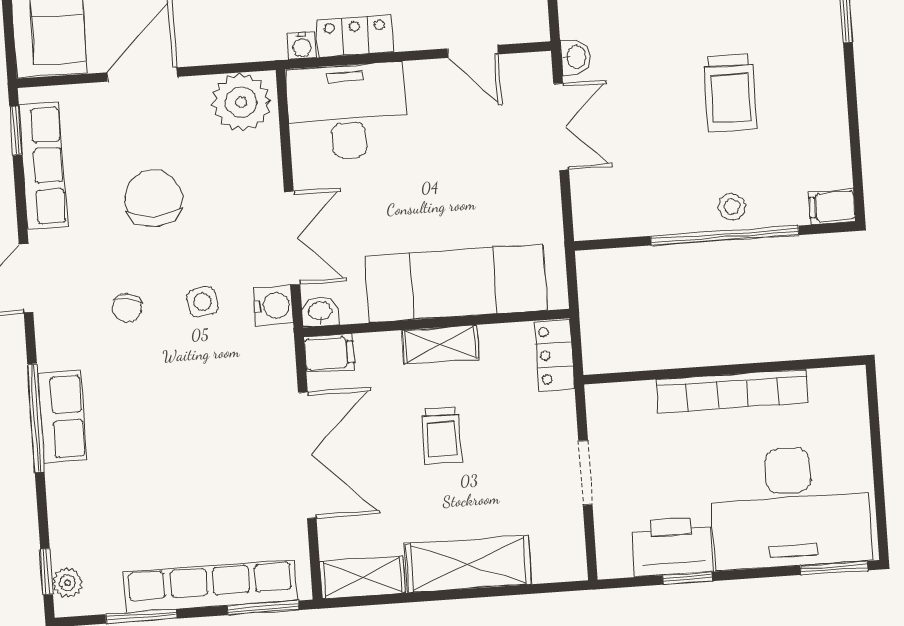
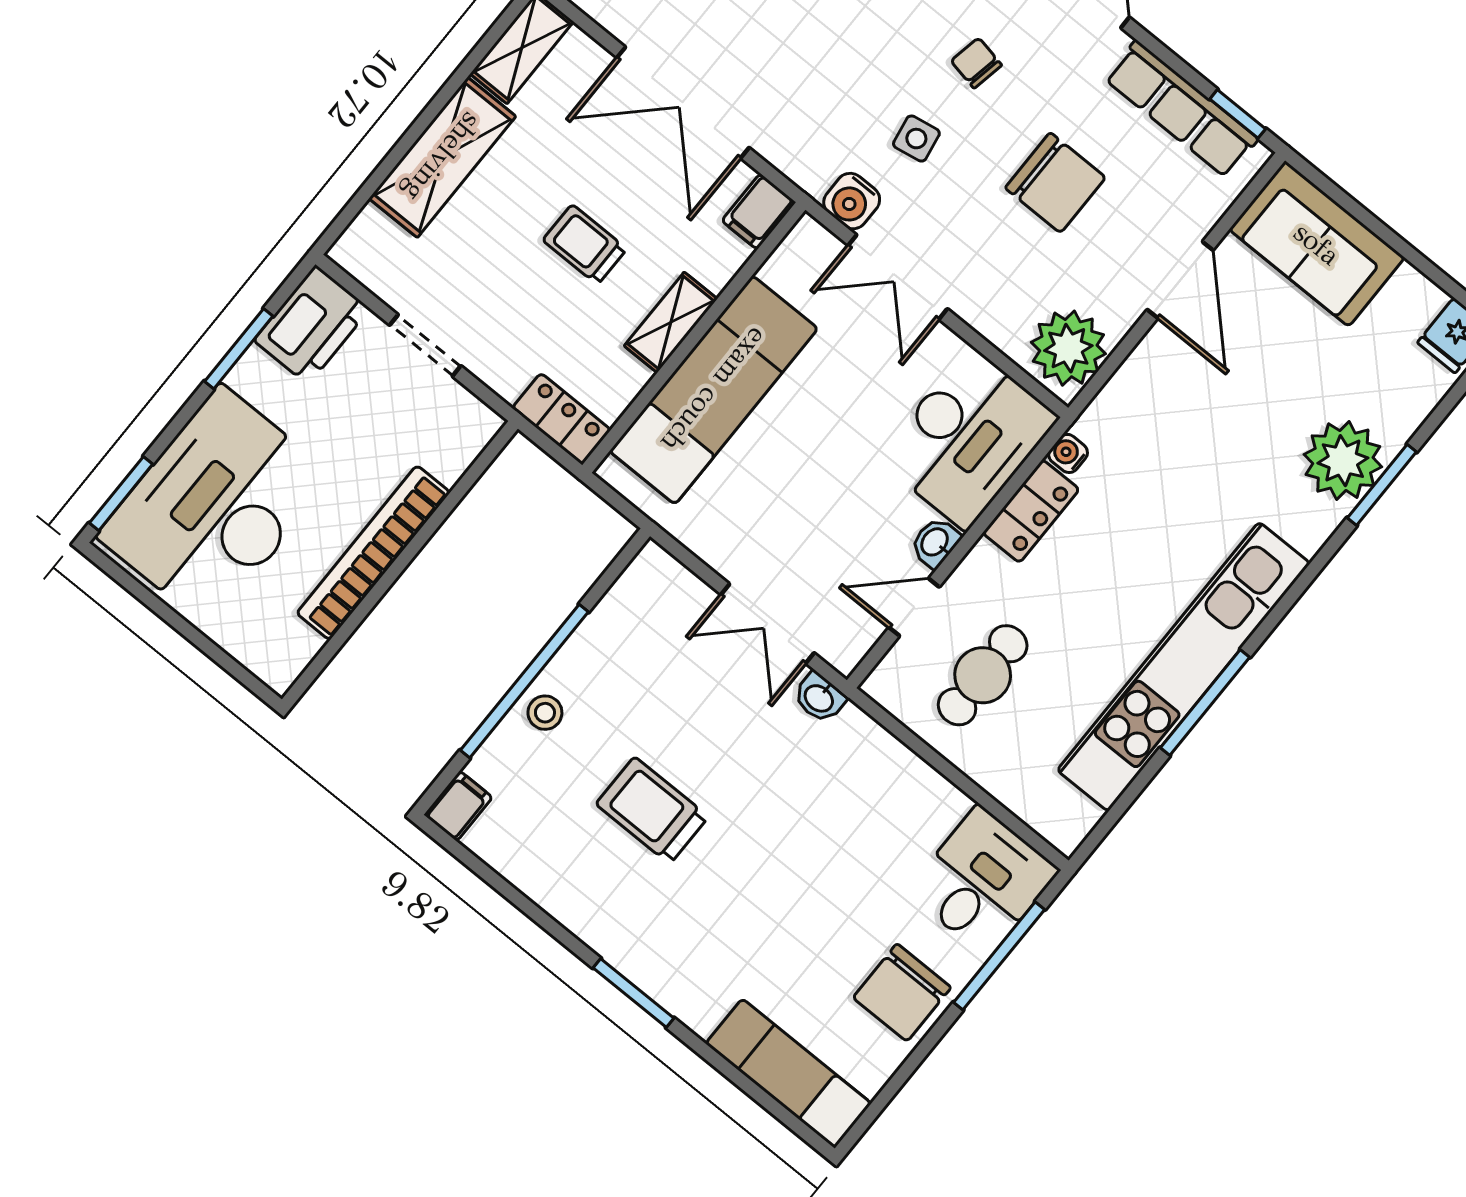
washbasin: (320, 312) -> (935, 543), moved, turned 180
printer: (672, 547) -> (312, 325), moved
window: (688, 578) -> (239, 349), width x1.50

